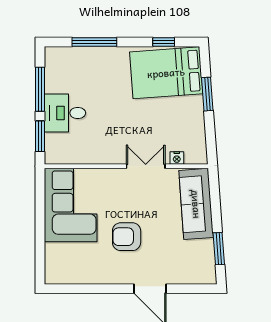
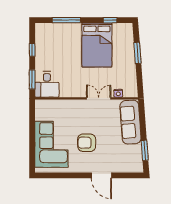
bed: (166, 73) -> (97, 45), moved, turned -86
window: (40, 89) -> (32, 50), width x0.46
desk: (65, 113) -> (47, 84), moved, turned -90
corner sofa: (71, 205) -> (51, 144), moved

